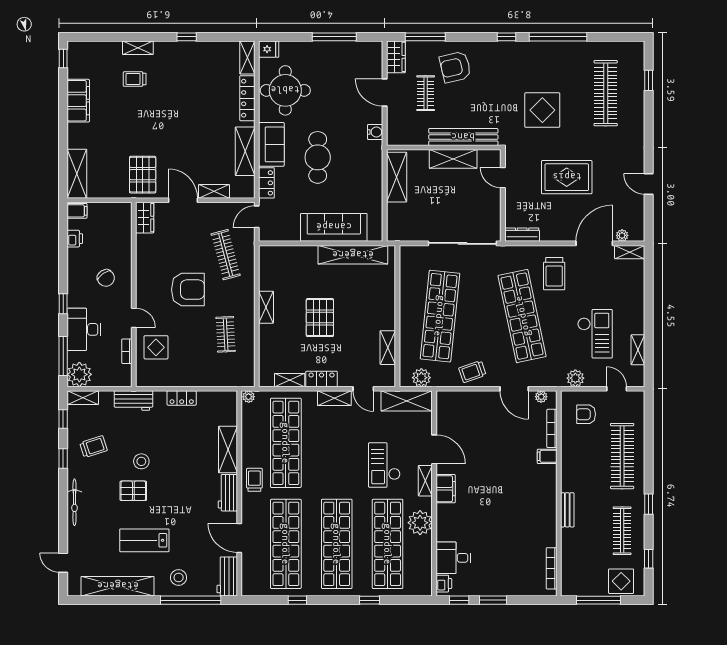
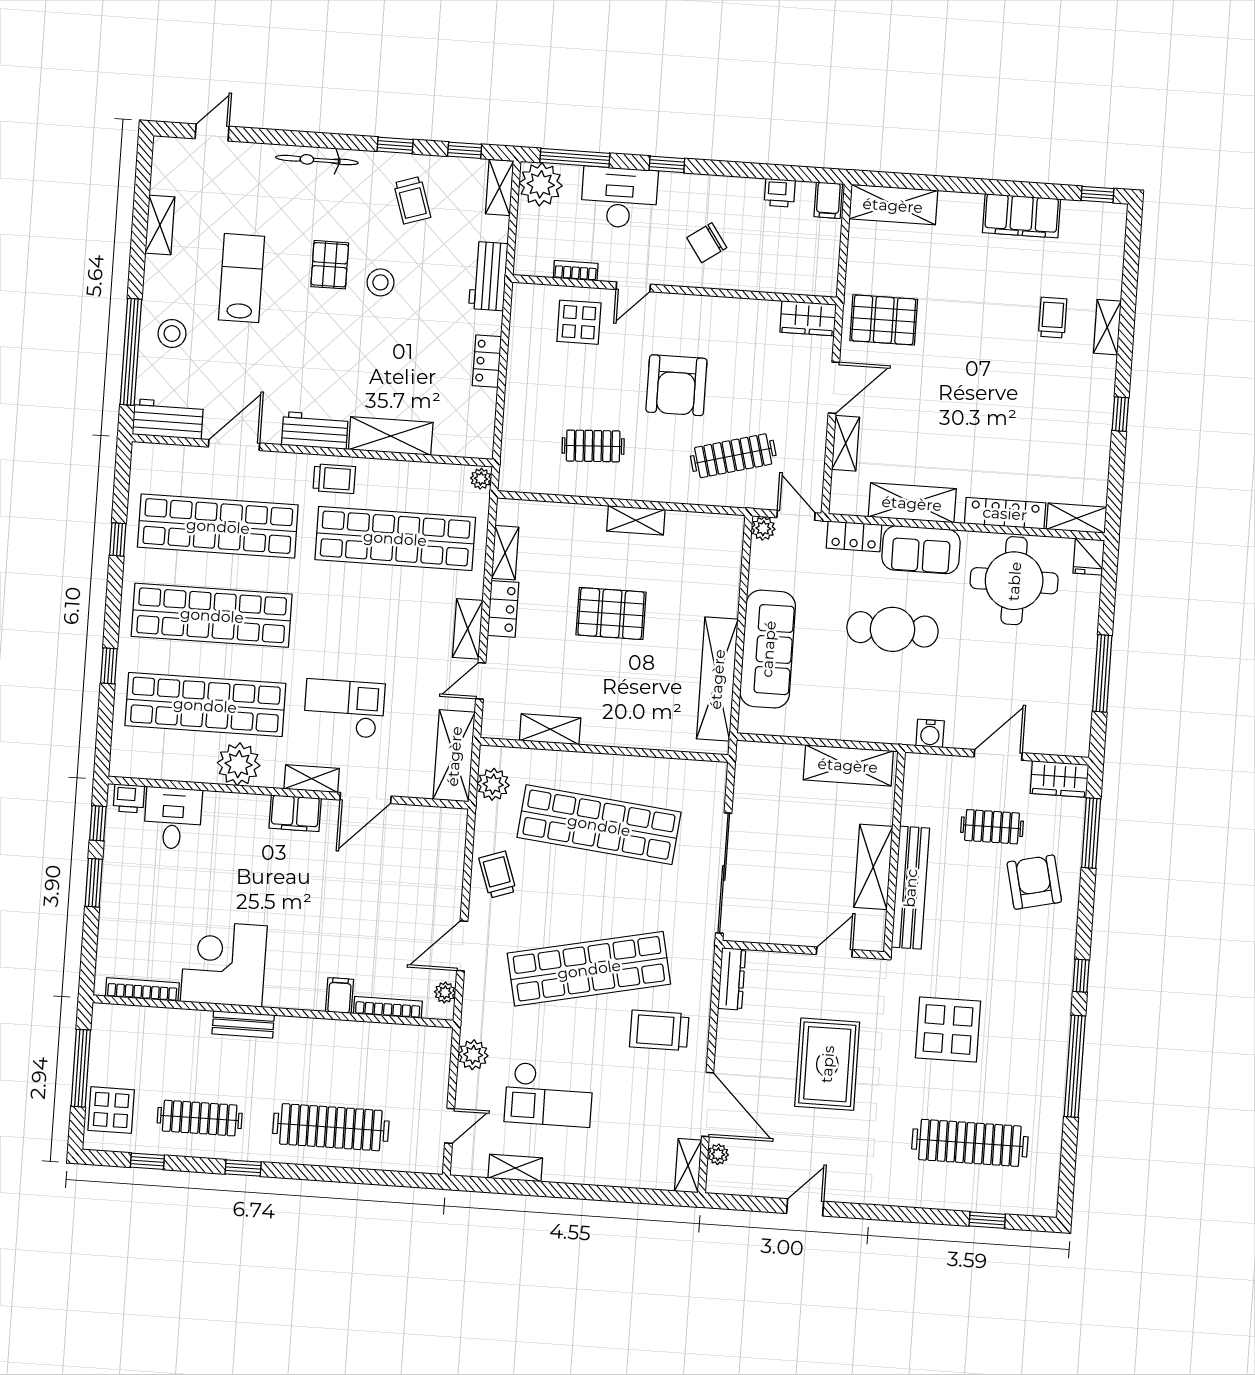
plant: (266, 235) -> (763, 528), added
armchair: (586, 414) -> (409, 1069), removed
corner desk: (534, 523) -> (224, 964), added
shelving: (118, 586) -> (160, 225), width x0.45, depth x0.75

